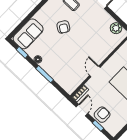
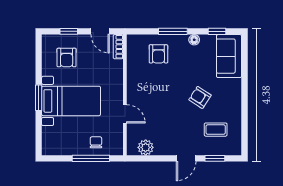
armchair: (63, 70) -> (158, 54), added
door: (95, 71) -> (125, 114), moved
armchair: (102, 115) -> (67, 57), moved

